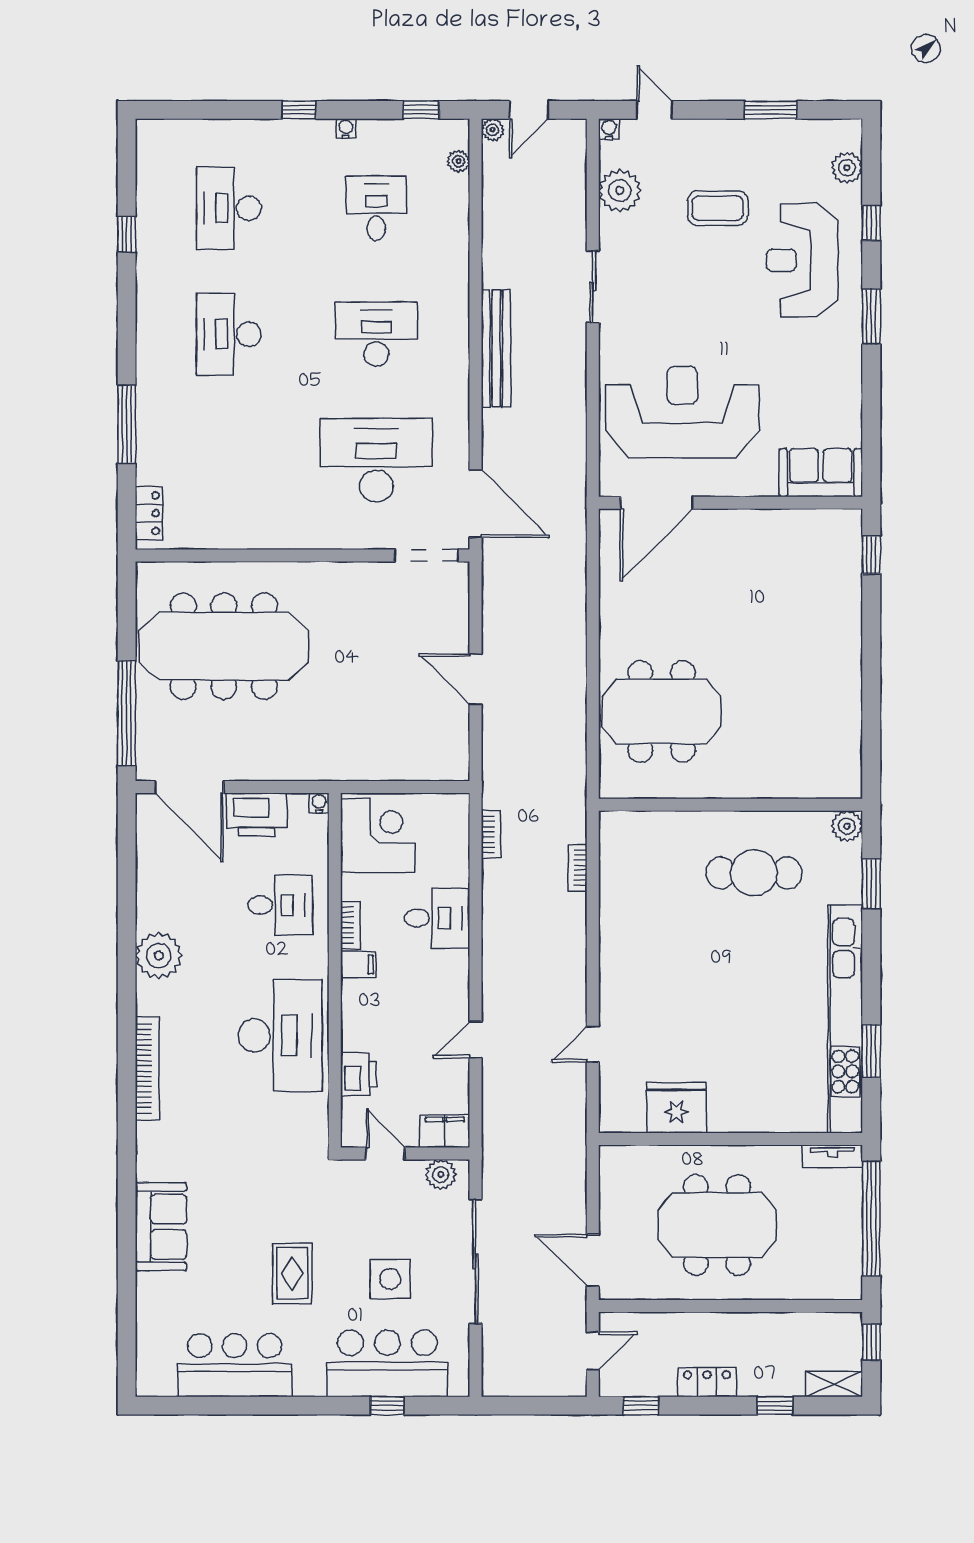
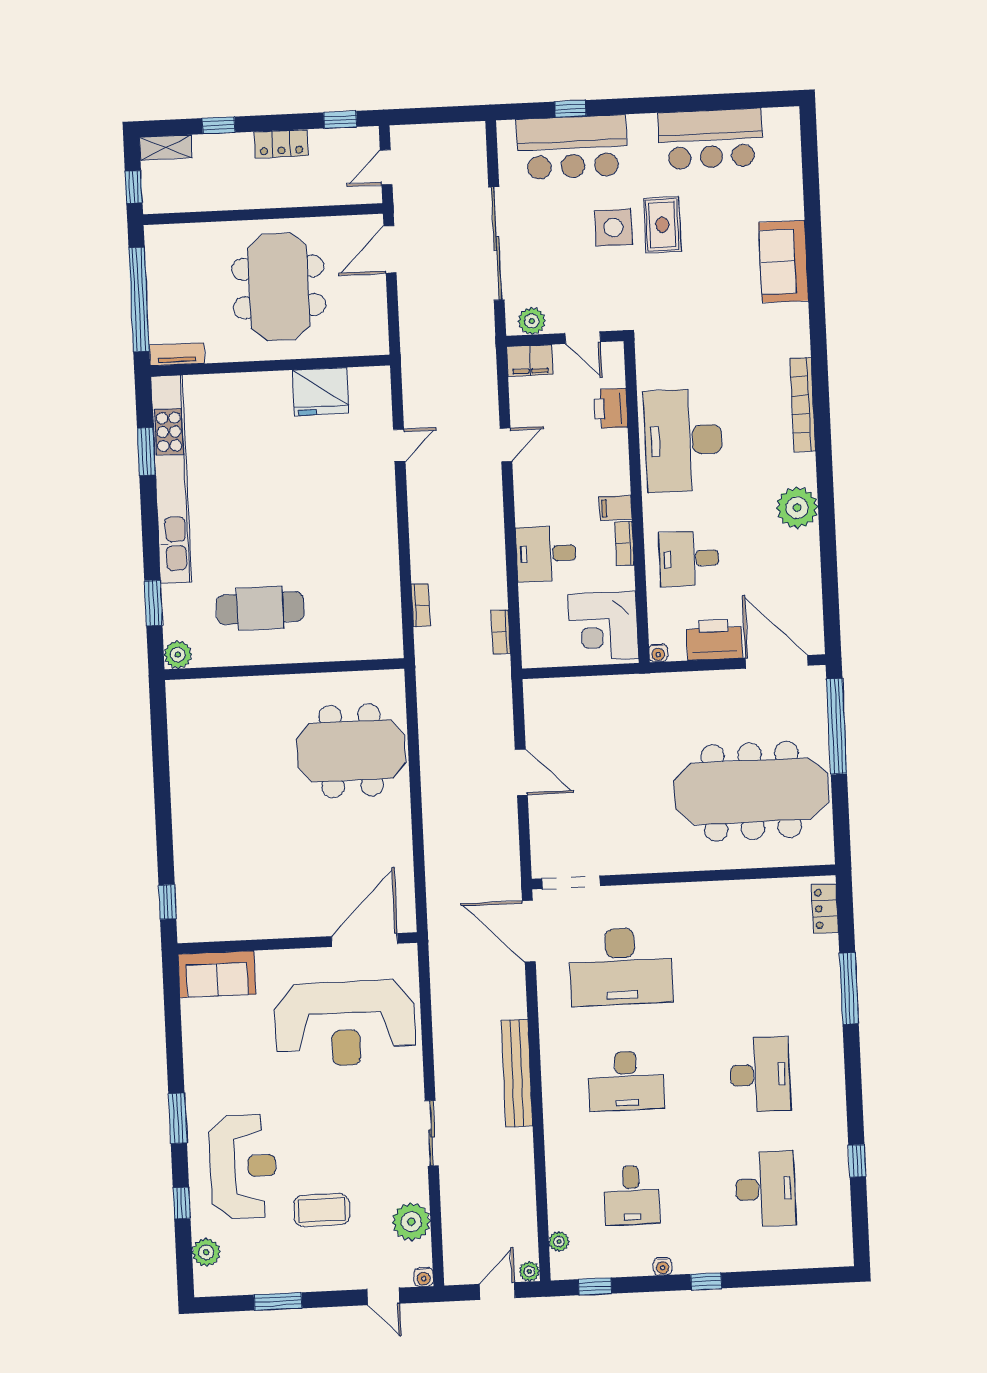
meeting table: (717, 1225) -> (279, 287), turned 90
door: (593, 1260) -> (390, 249), swing flipped
side table: (390, 1279) -> (613, 228), moved

